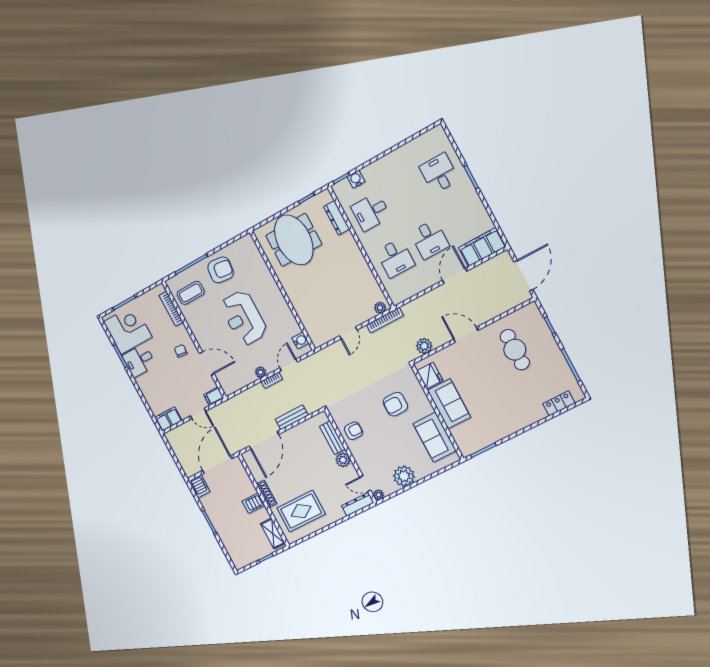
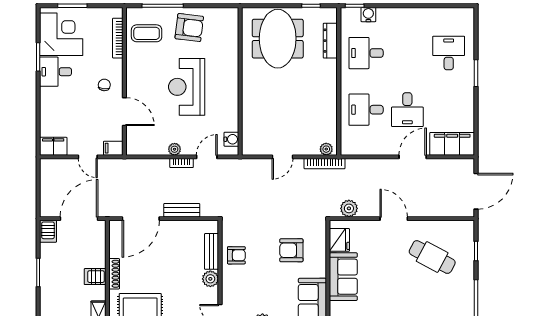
desk: (395, 258) -> (366, 110), turned 90
cafe table: (515, 350) -> (432, 257), turned -62

